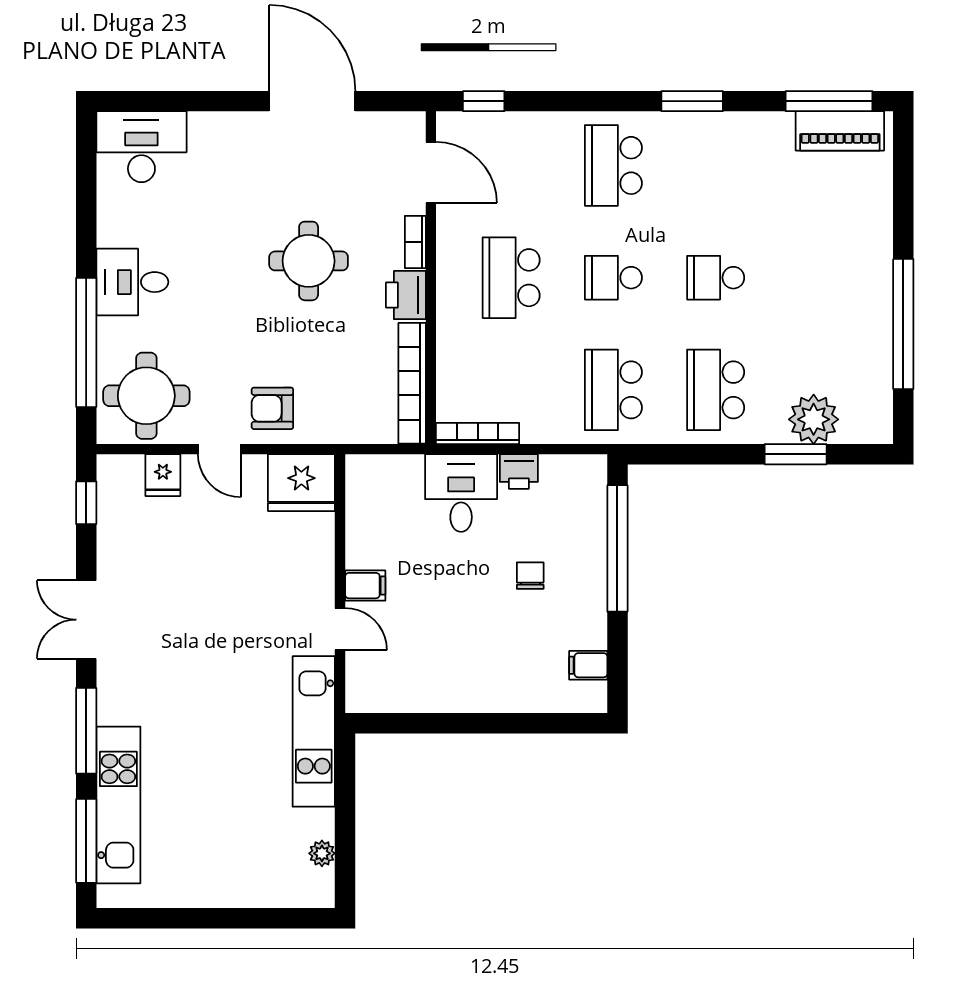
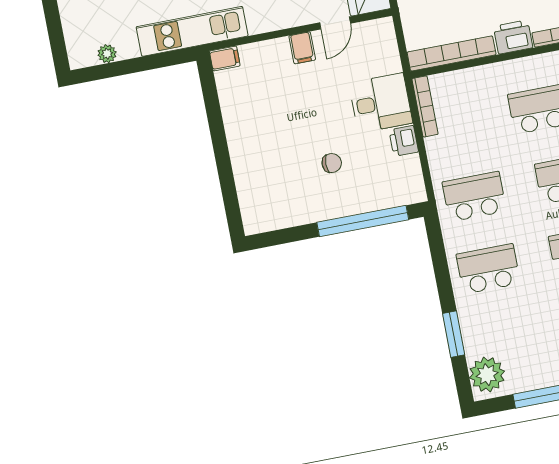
plant: (814, 419) -> (487, 375), moved
door: (340, 629) -> (335, 23), moved
filing cabinet: (588, 665) -> (225, 58), moved, turned 90

